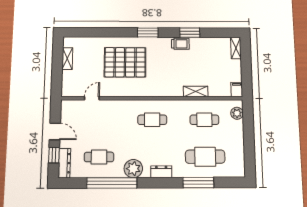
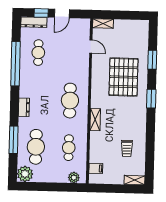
window: (190, 33) -> (152, 60), moved
trolley: (180, 44) -> (127, 148), moved
shelving: (67, 59) -> (103, 24), moved
filing cabinet: (237, 90) -> (96, 168), moved
shelving: (196, 92) -> (95, 120), moved
cafe table: (152, 120) -> (70, 101), width x1.37, depth x1.35
plant: (133, 169) -> (25, 174), moved

